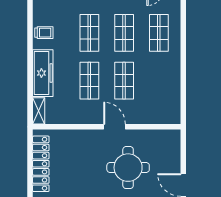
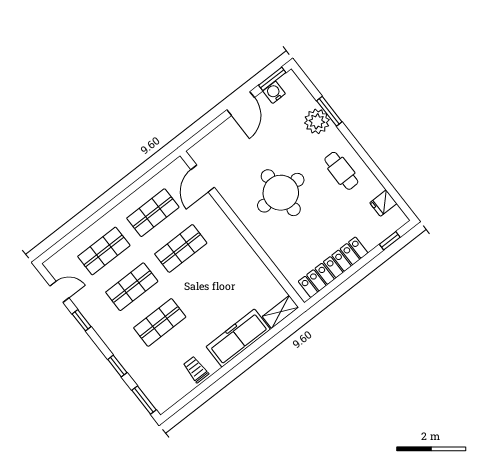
shop shelf: (89, 81) -> (153, 213), moved
door: (114, 127) -> (203, 178), moved
round table: (128, 168) -> (281, 193), moved

